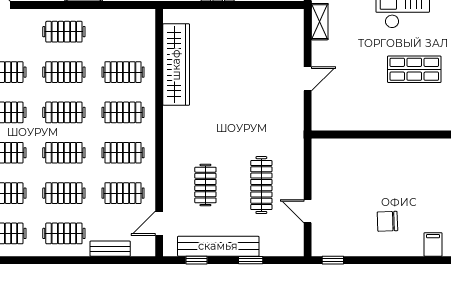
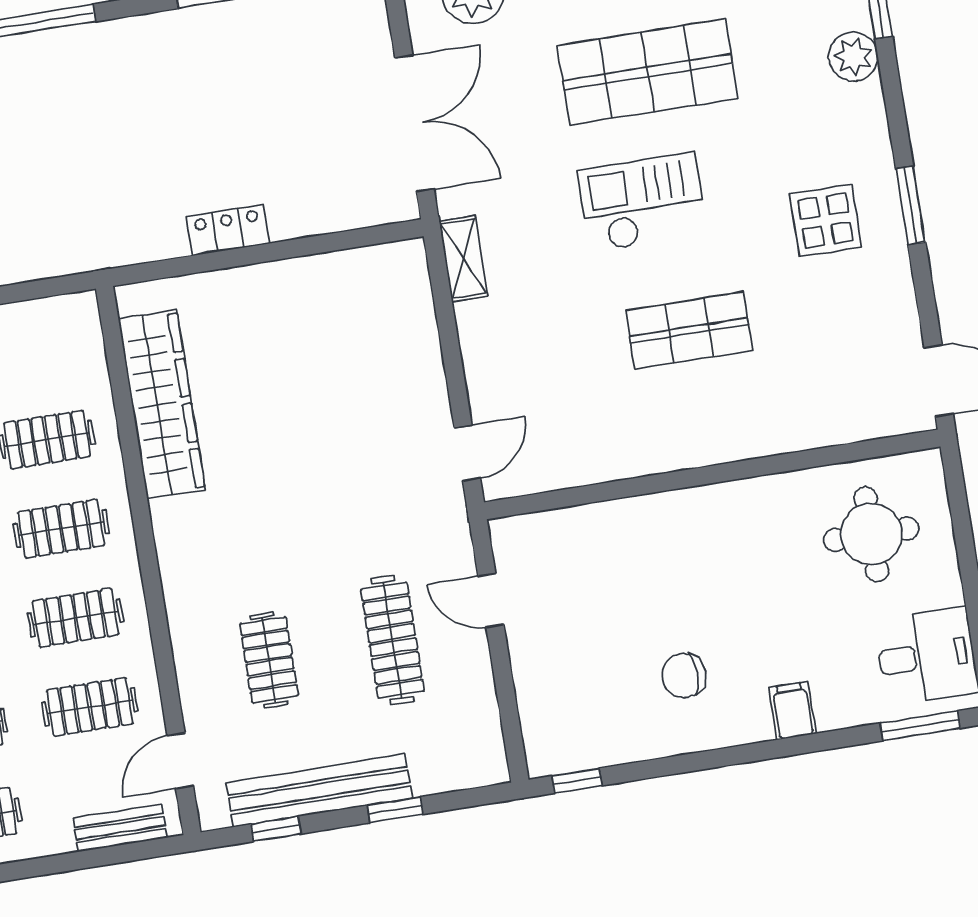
door: (308, 79) -> (467, 453), moved
door: (308, 211) -> (491, 600), moved
bench: (110, 249) -> (120, 828), moved

